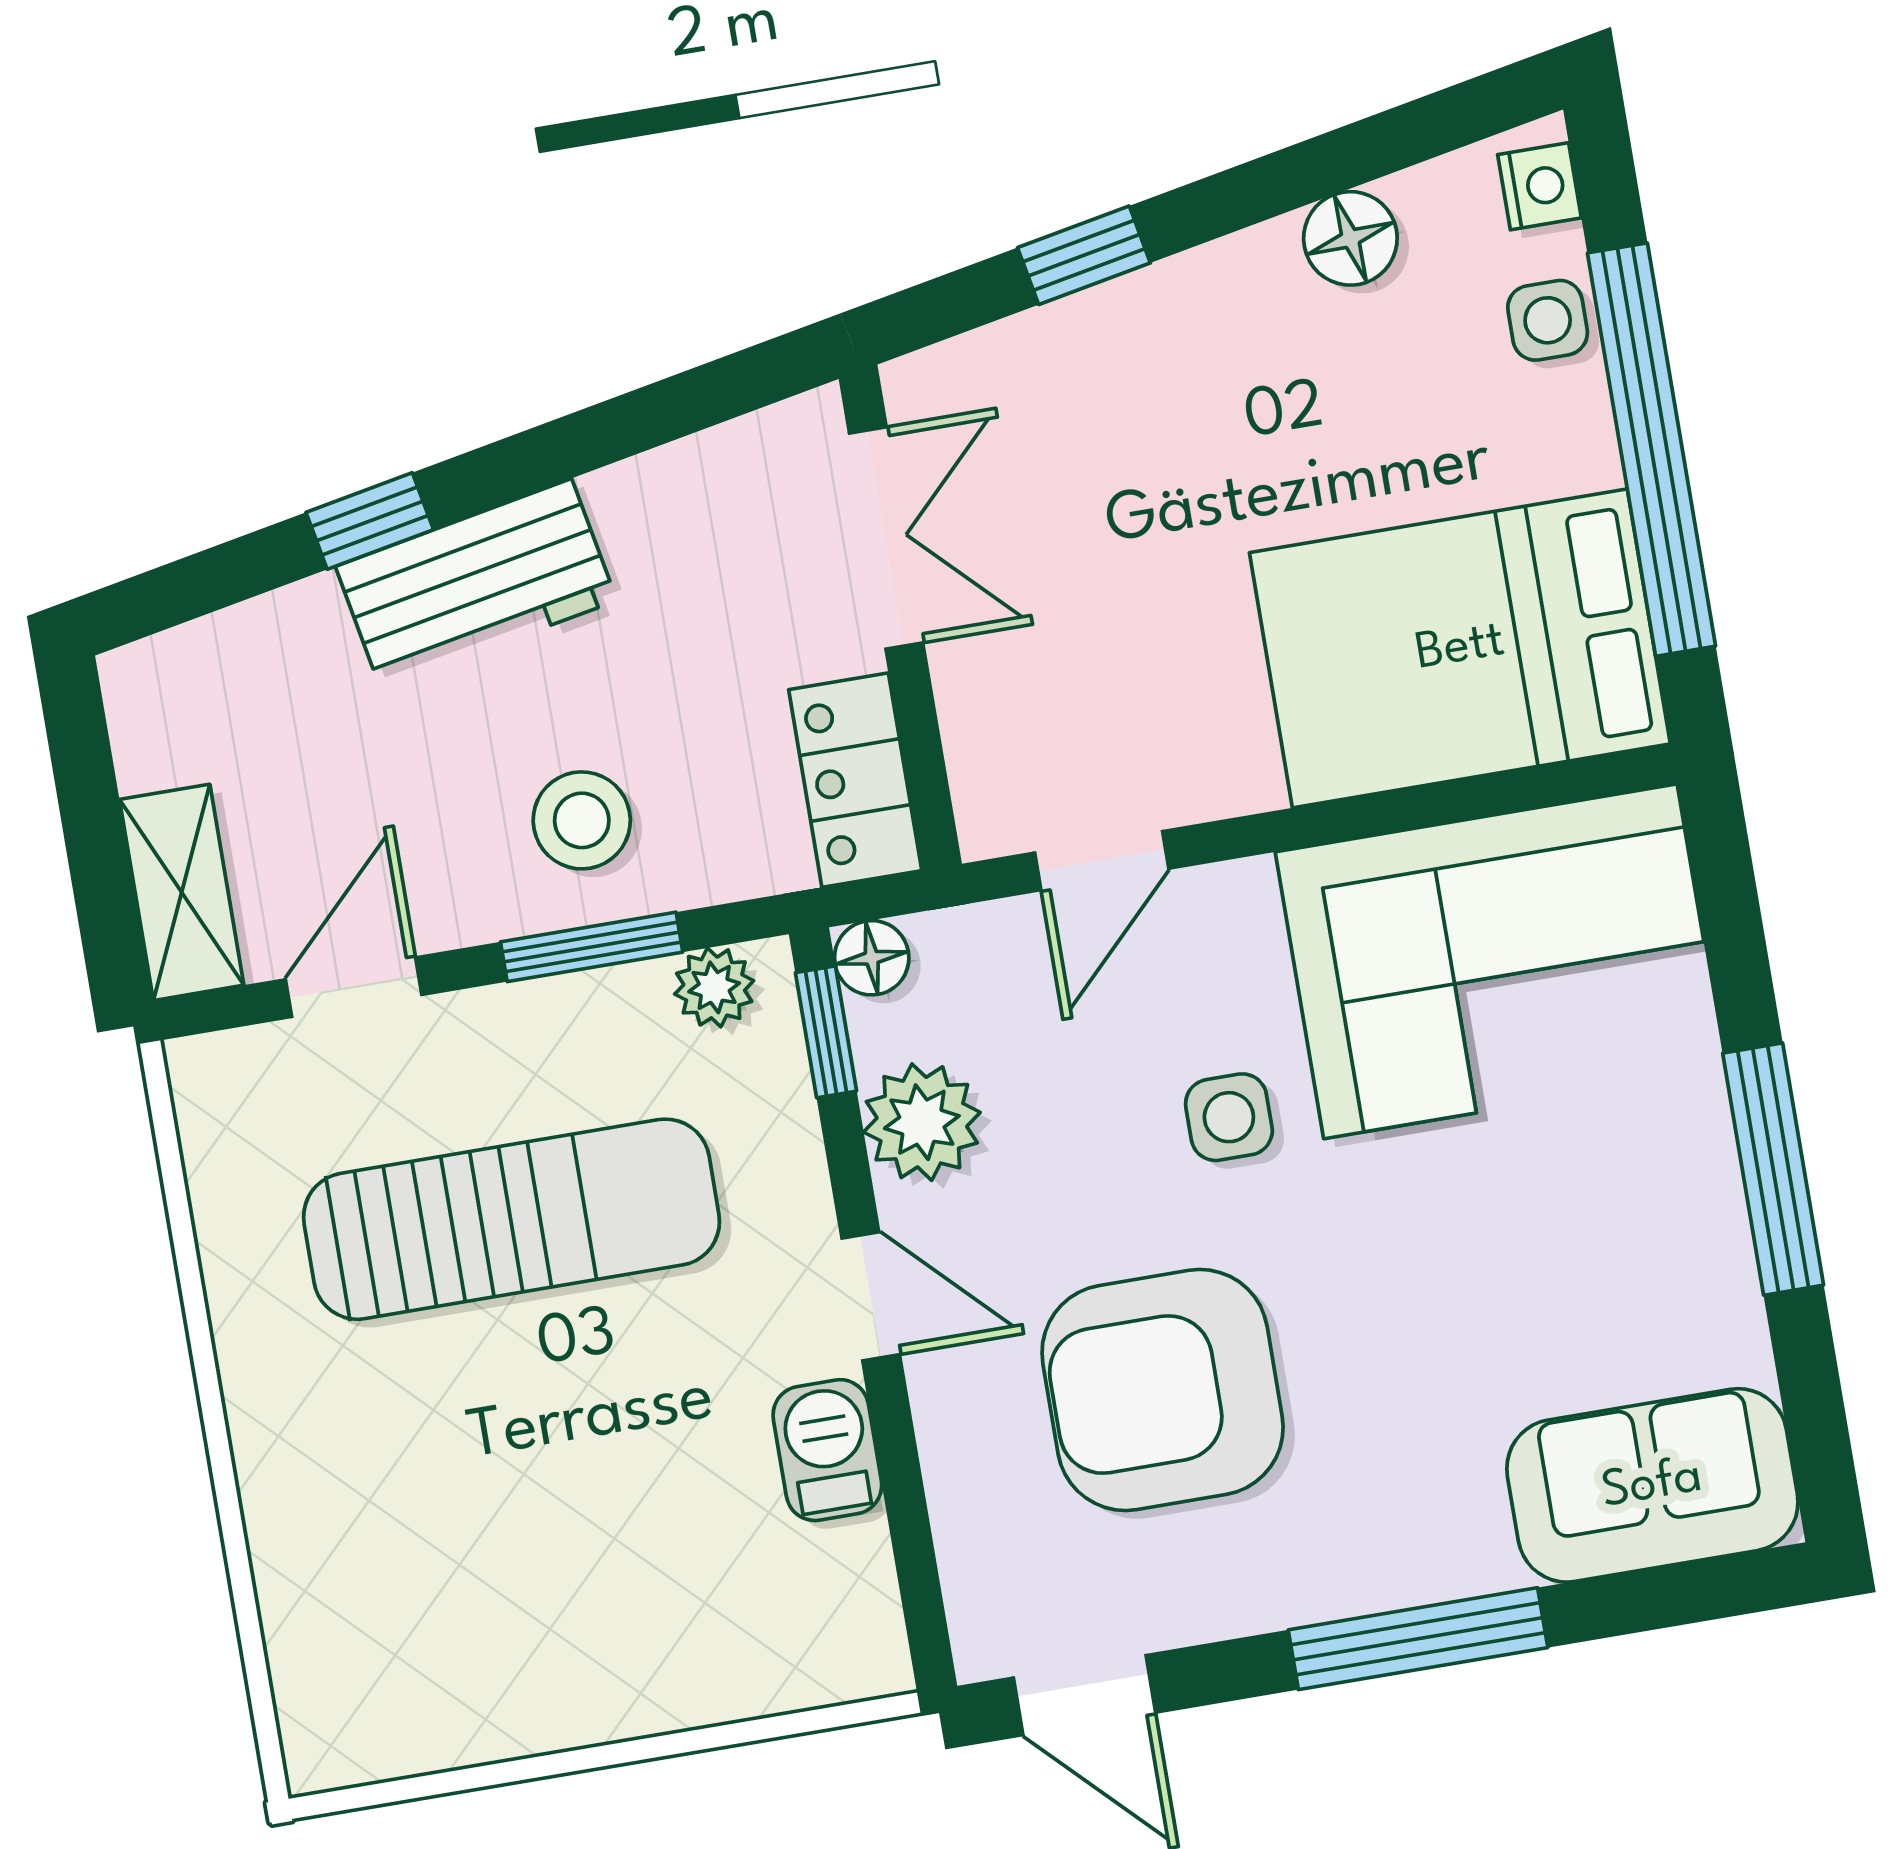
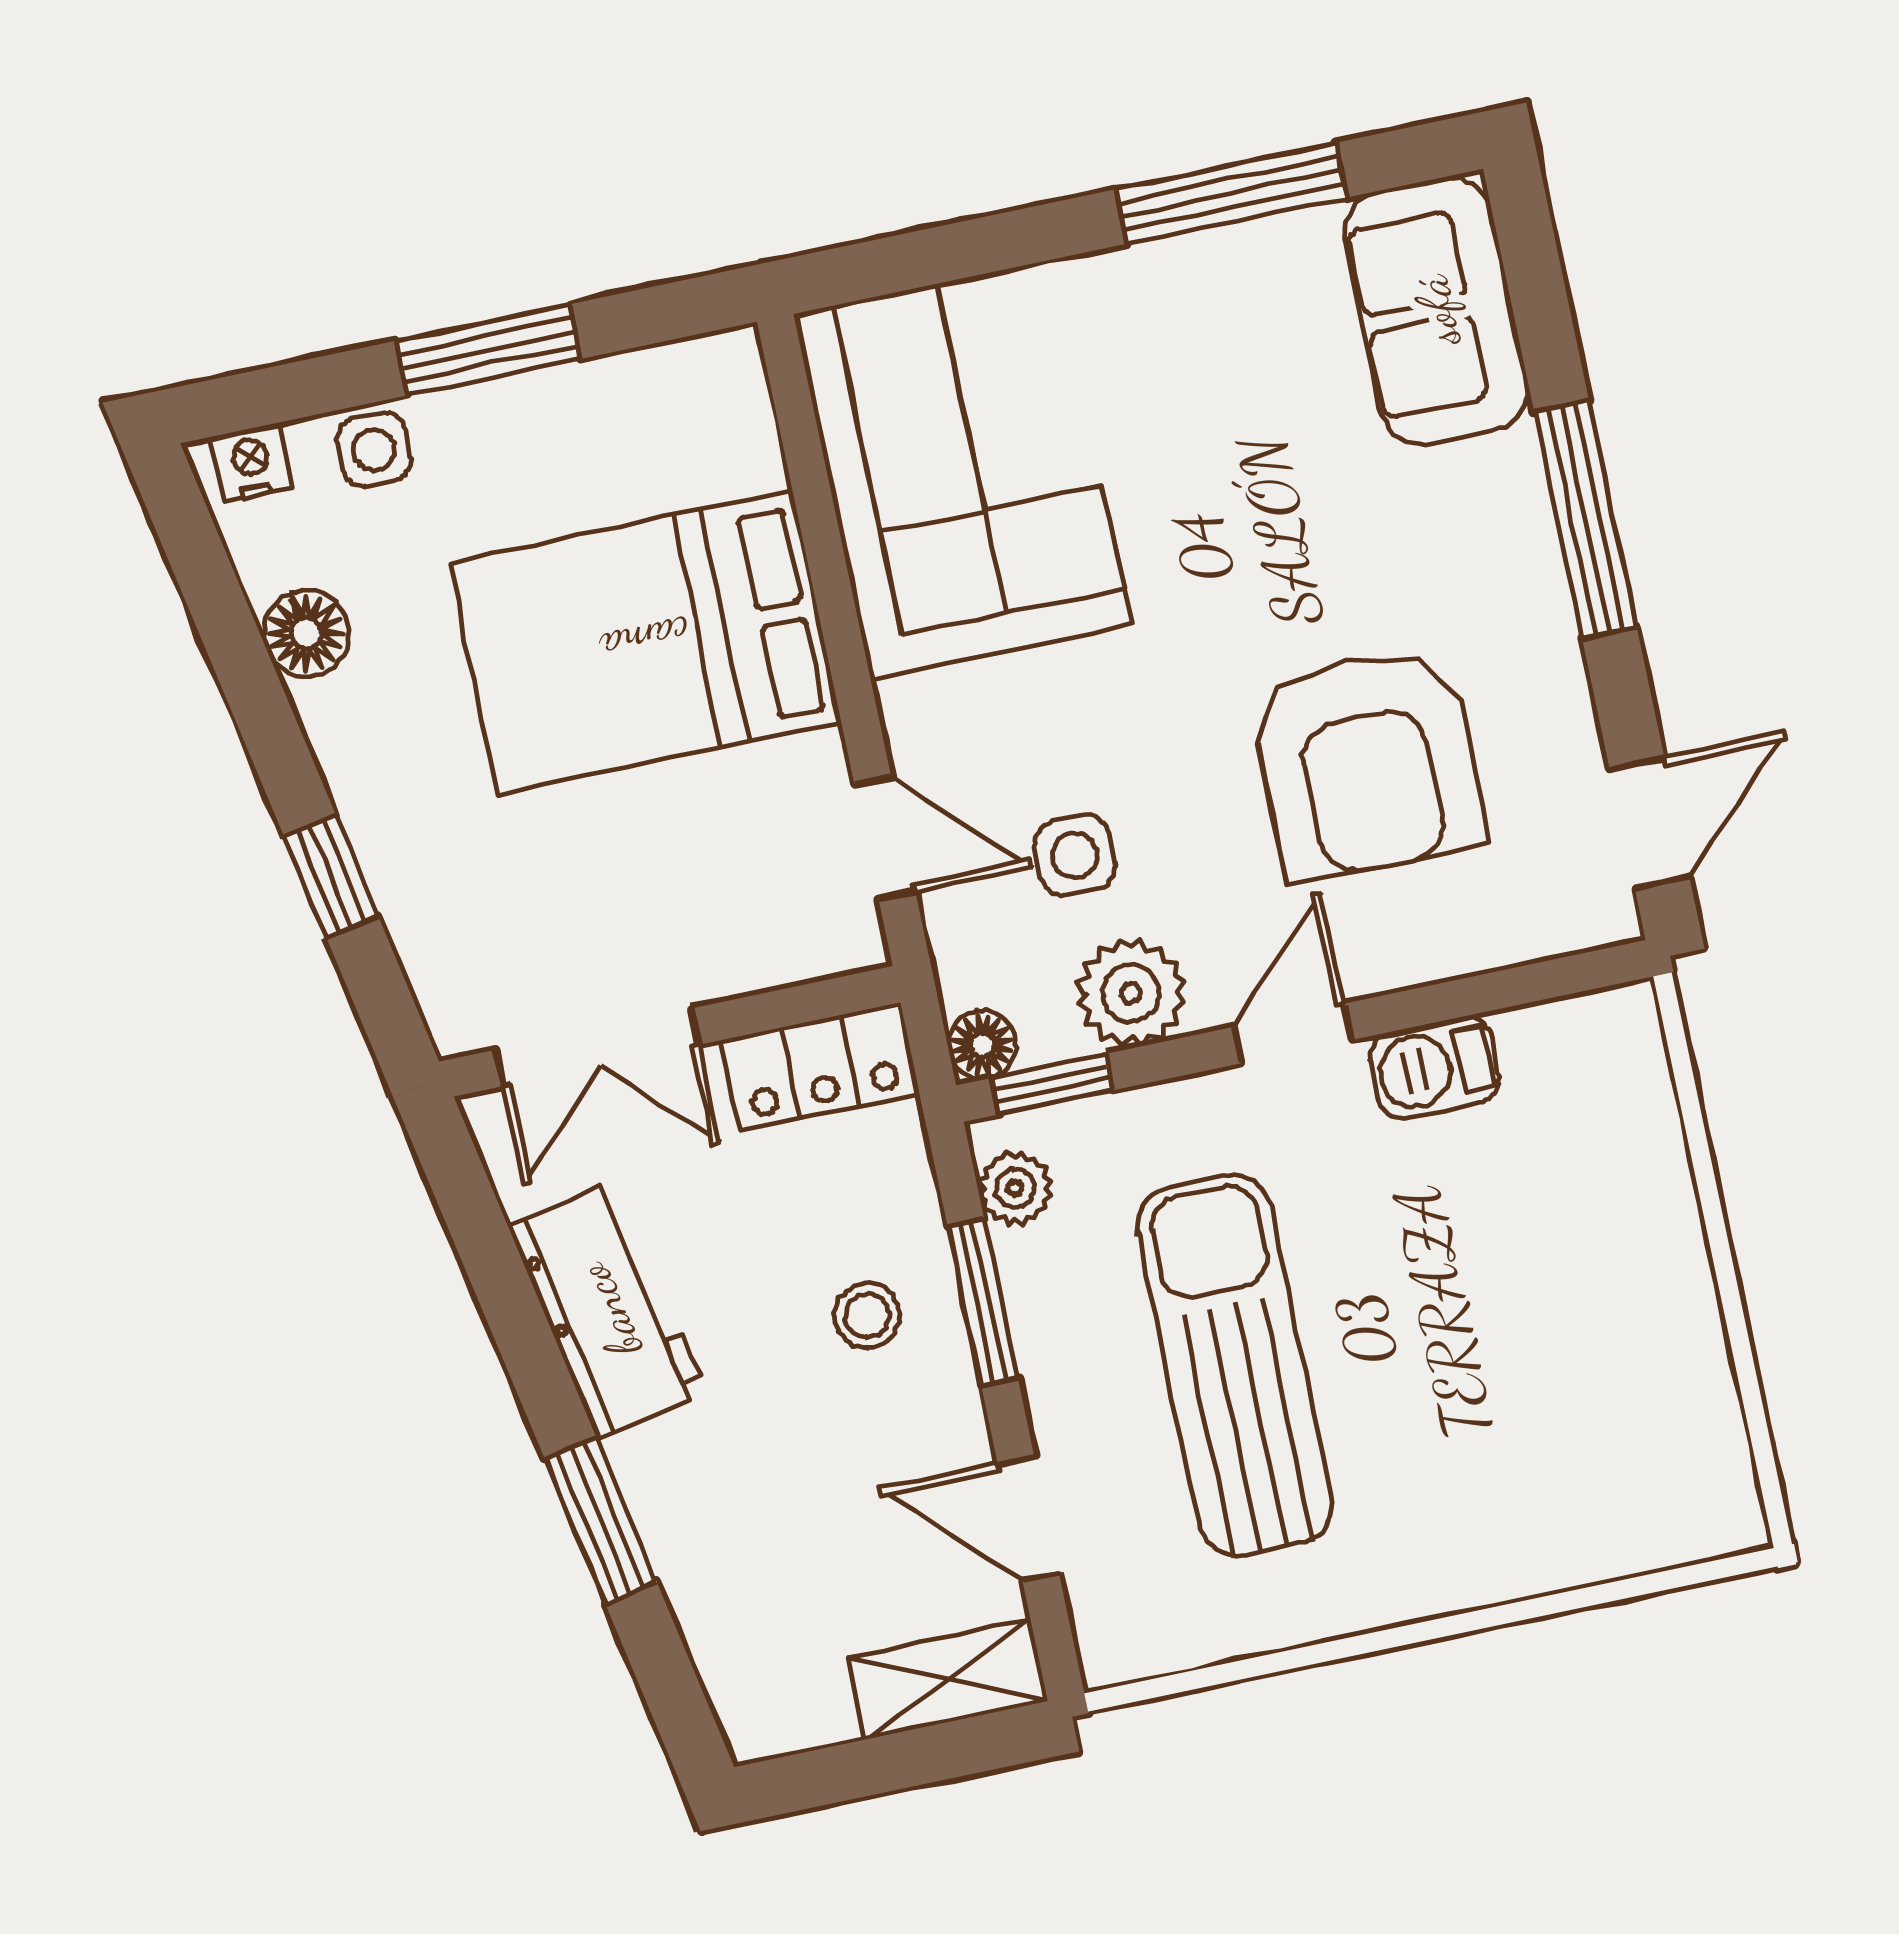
window: (1651, 450) -> (488, 350), width x0.47
window: (370, 521) -> (601, 1521), width x1.50
double door: (886, 538) -> (597, 1047), swing flipped
workbench: (476, 583) -> (608, 1310), moved
bed: (1460, 648) -> (645, 642), moved, turned 90
stool: (582, 820) -> (867, 1316), width x0.73, depth x0.73
side table: (1229, 1117) -> (1075, 855), moved
window: (1773, 1169) -> (1231, 193), moved

